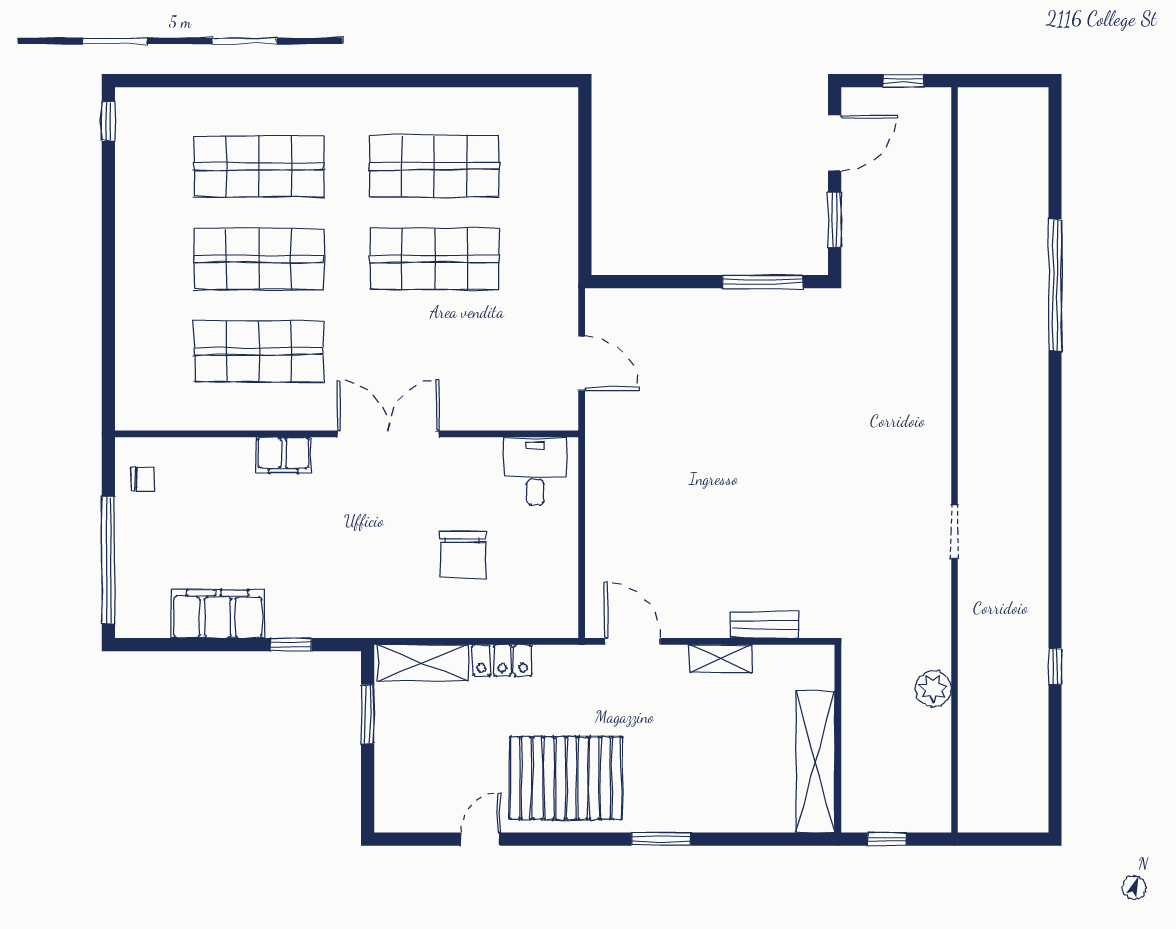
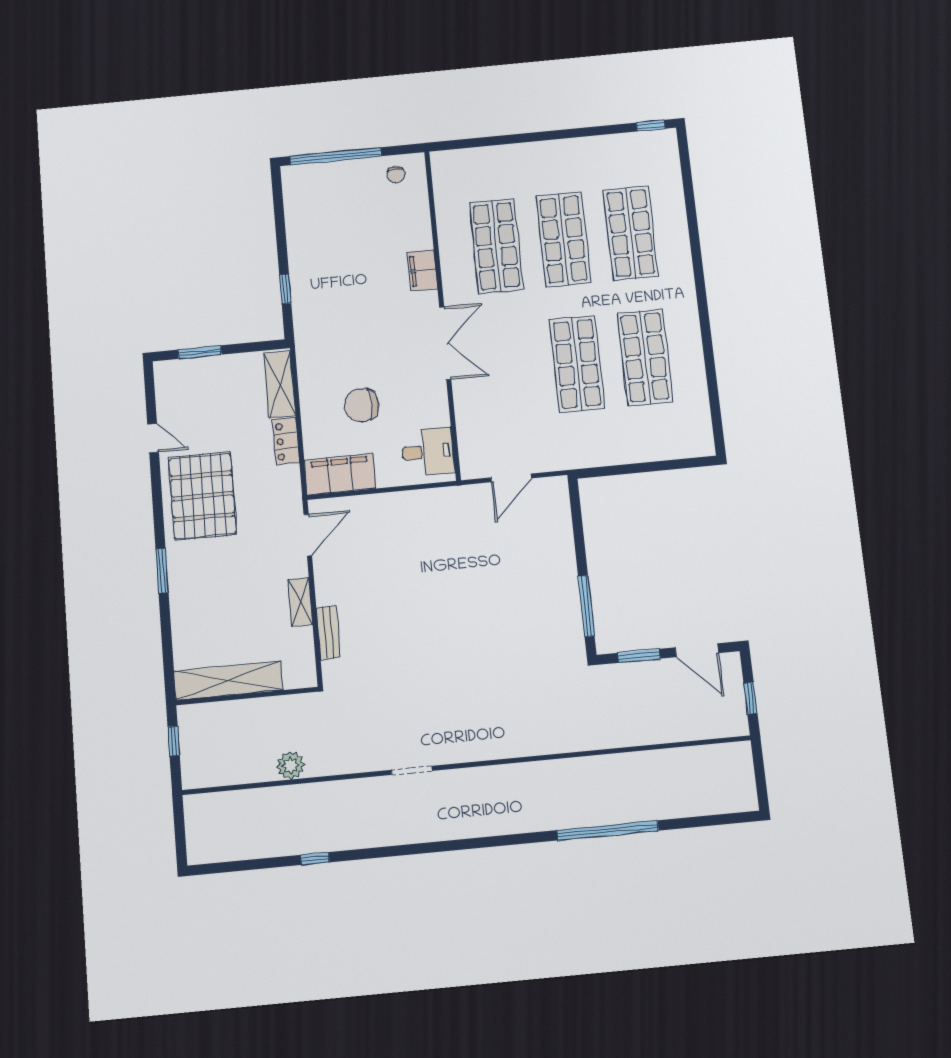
filing cabinet: (218, 614) -> (340, 474), moved, turned -90
window: (368, 714) -> (200, 352), moved

